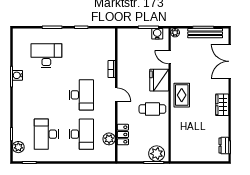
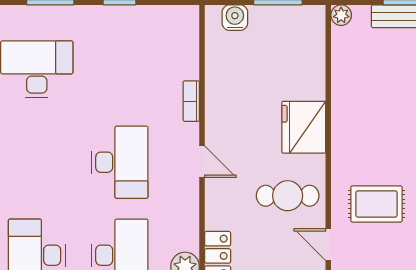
water cooler: (157, 34) -> (235, 18), moved
door: (170, 57) -> (328, 245), moved
rug: (182, 95) -> (376, 204), moved, turned 90

